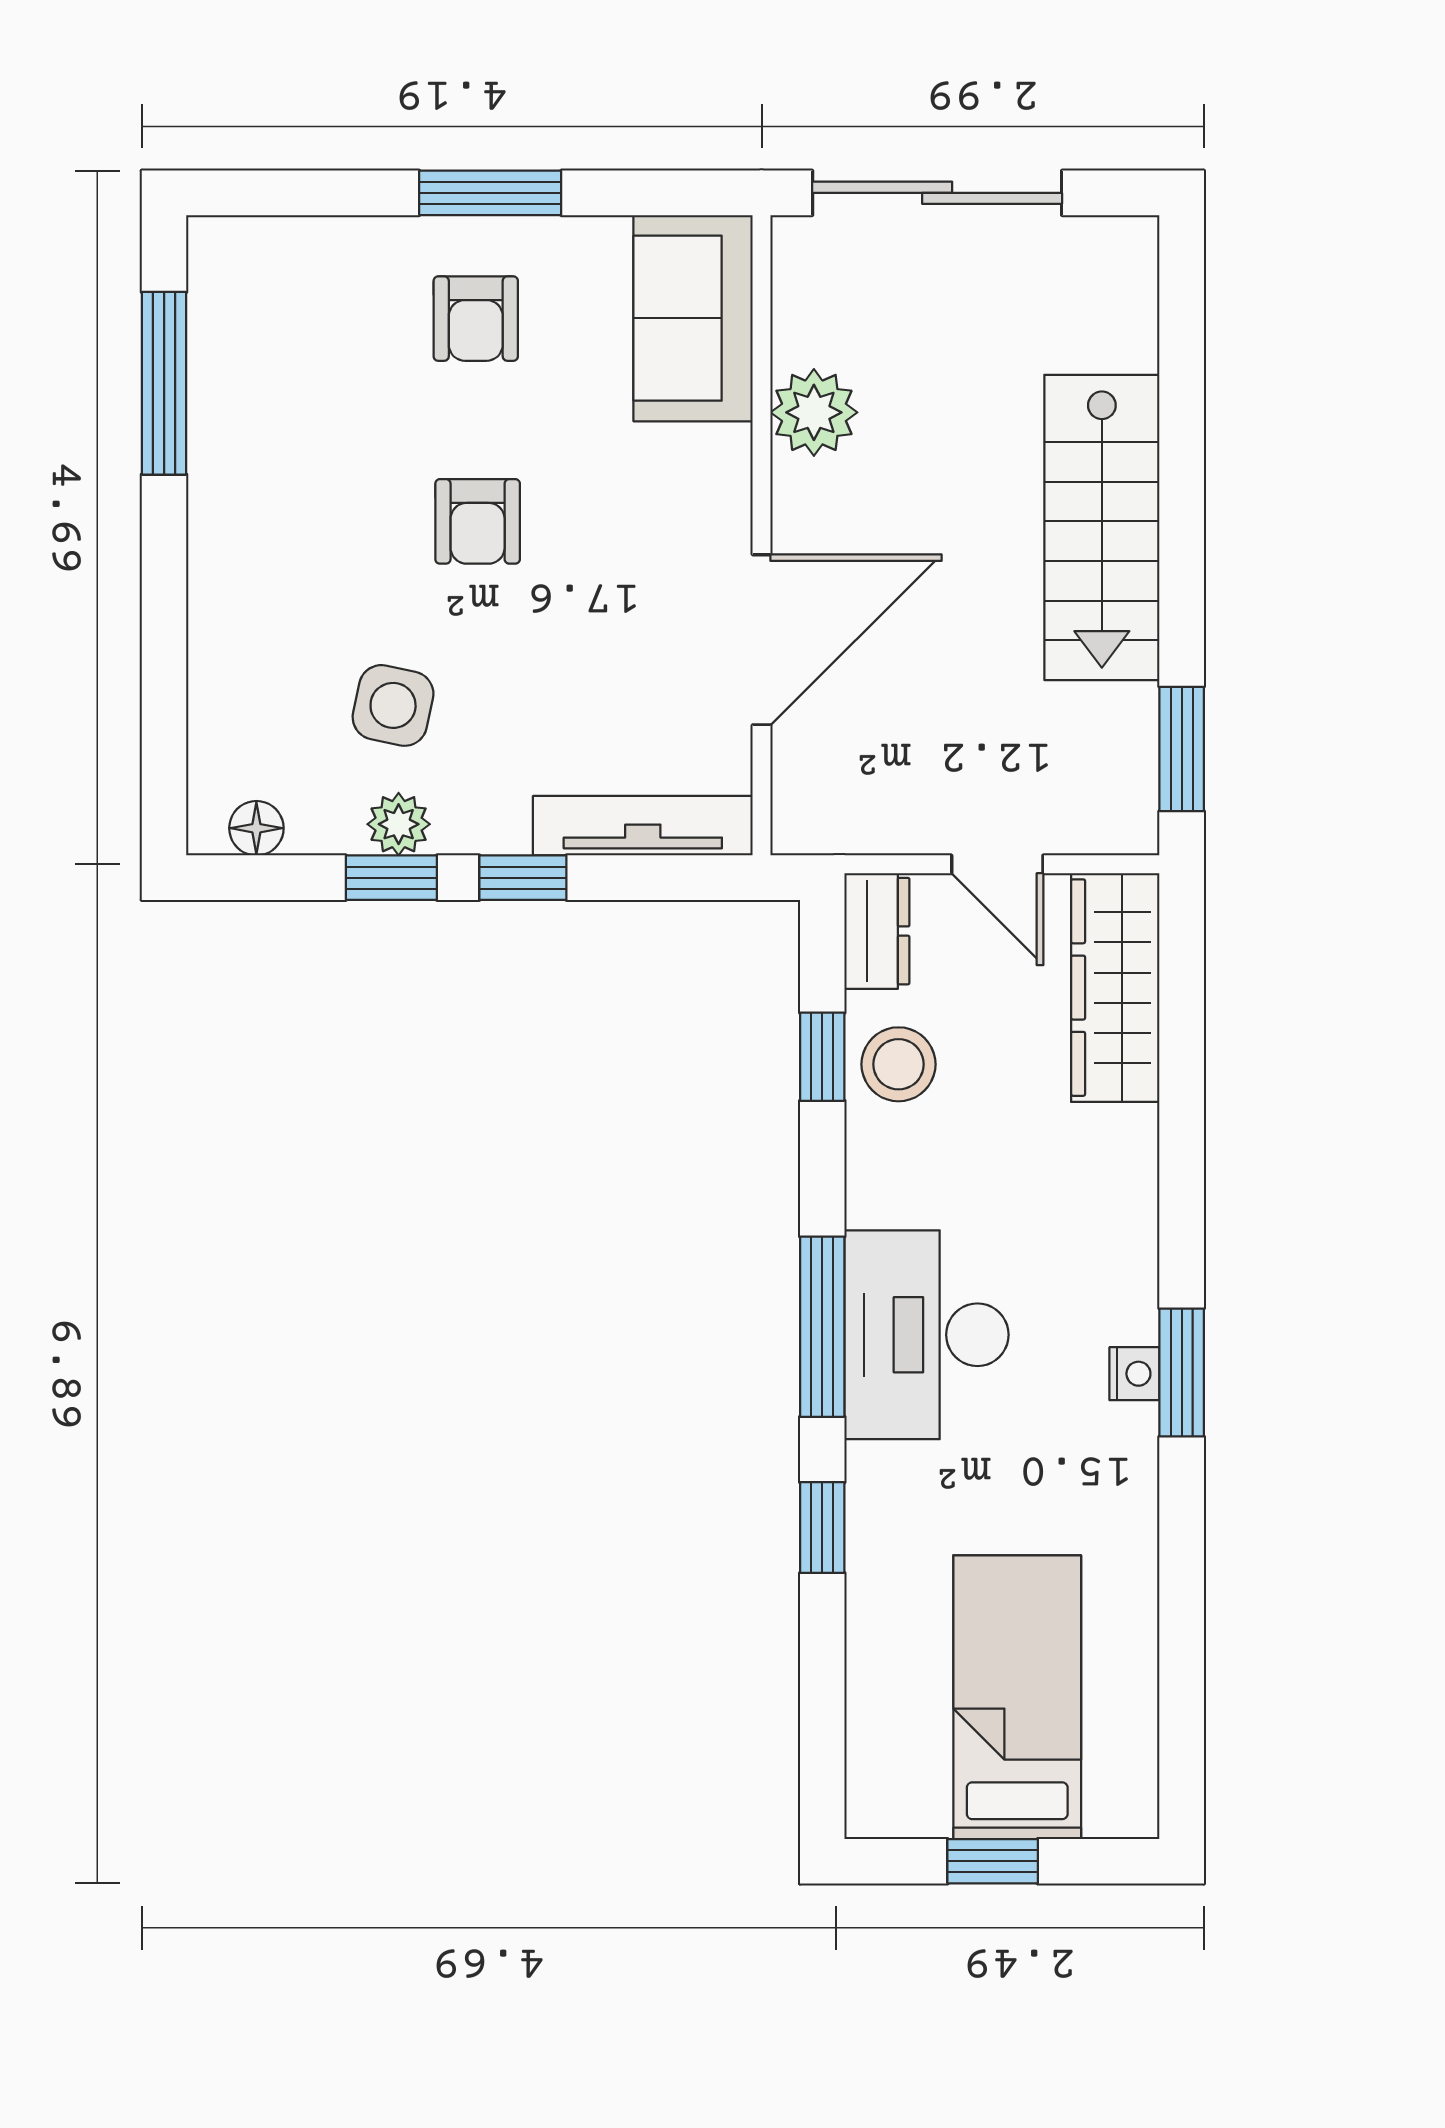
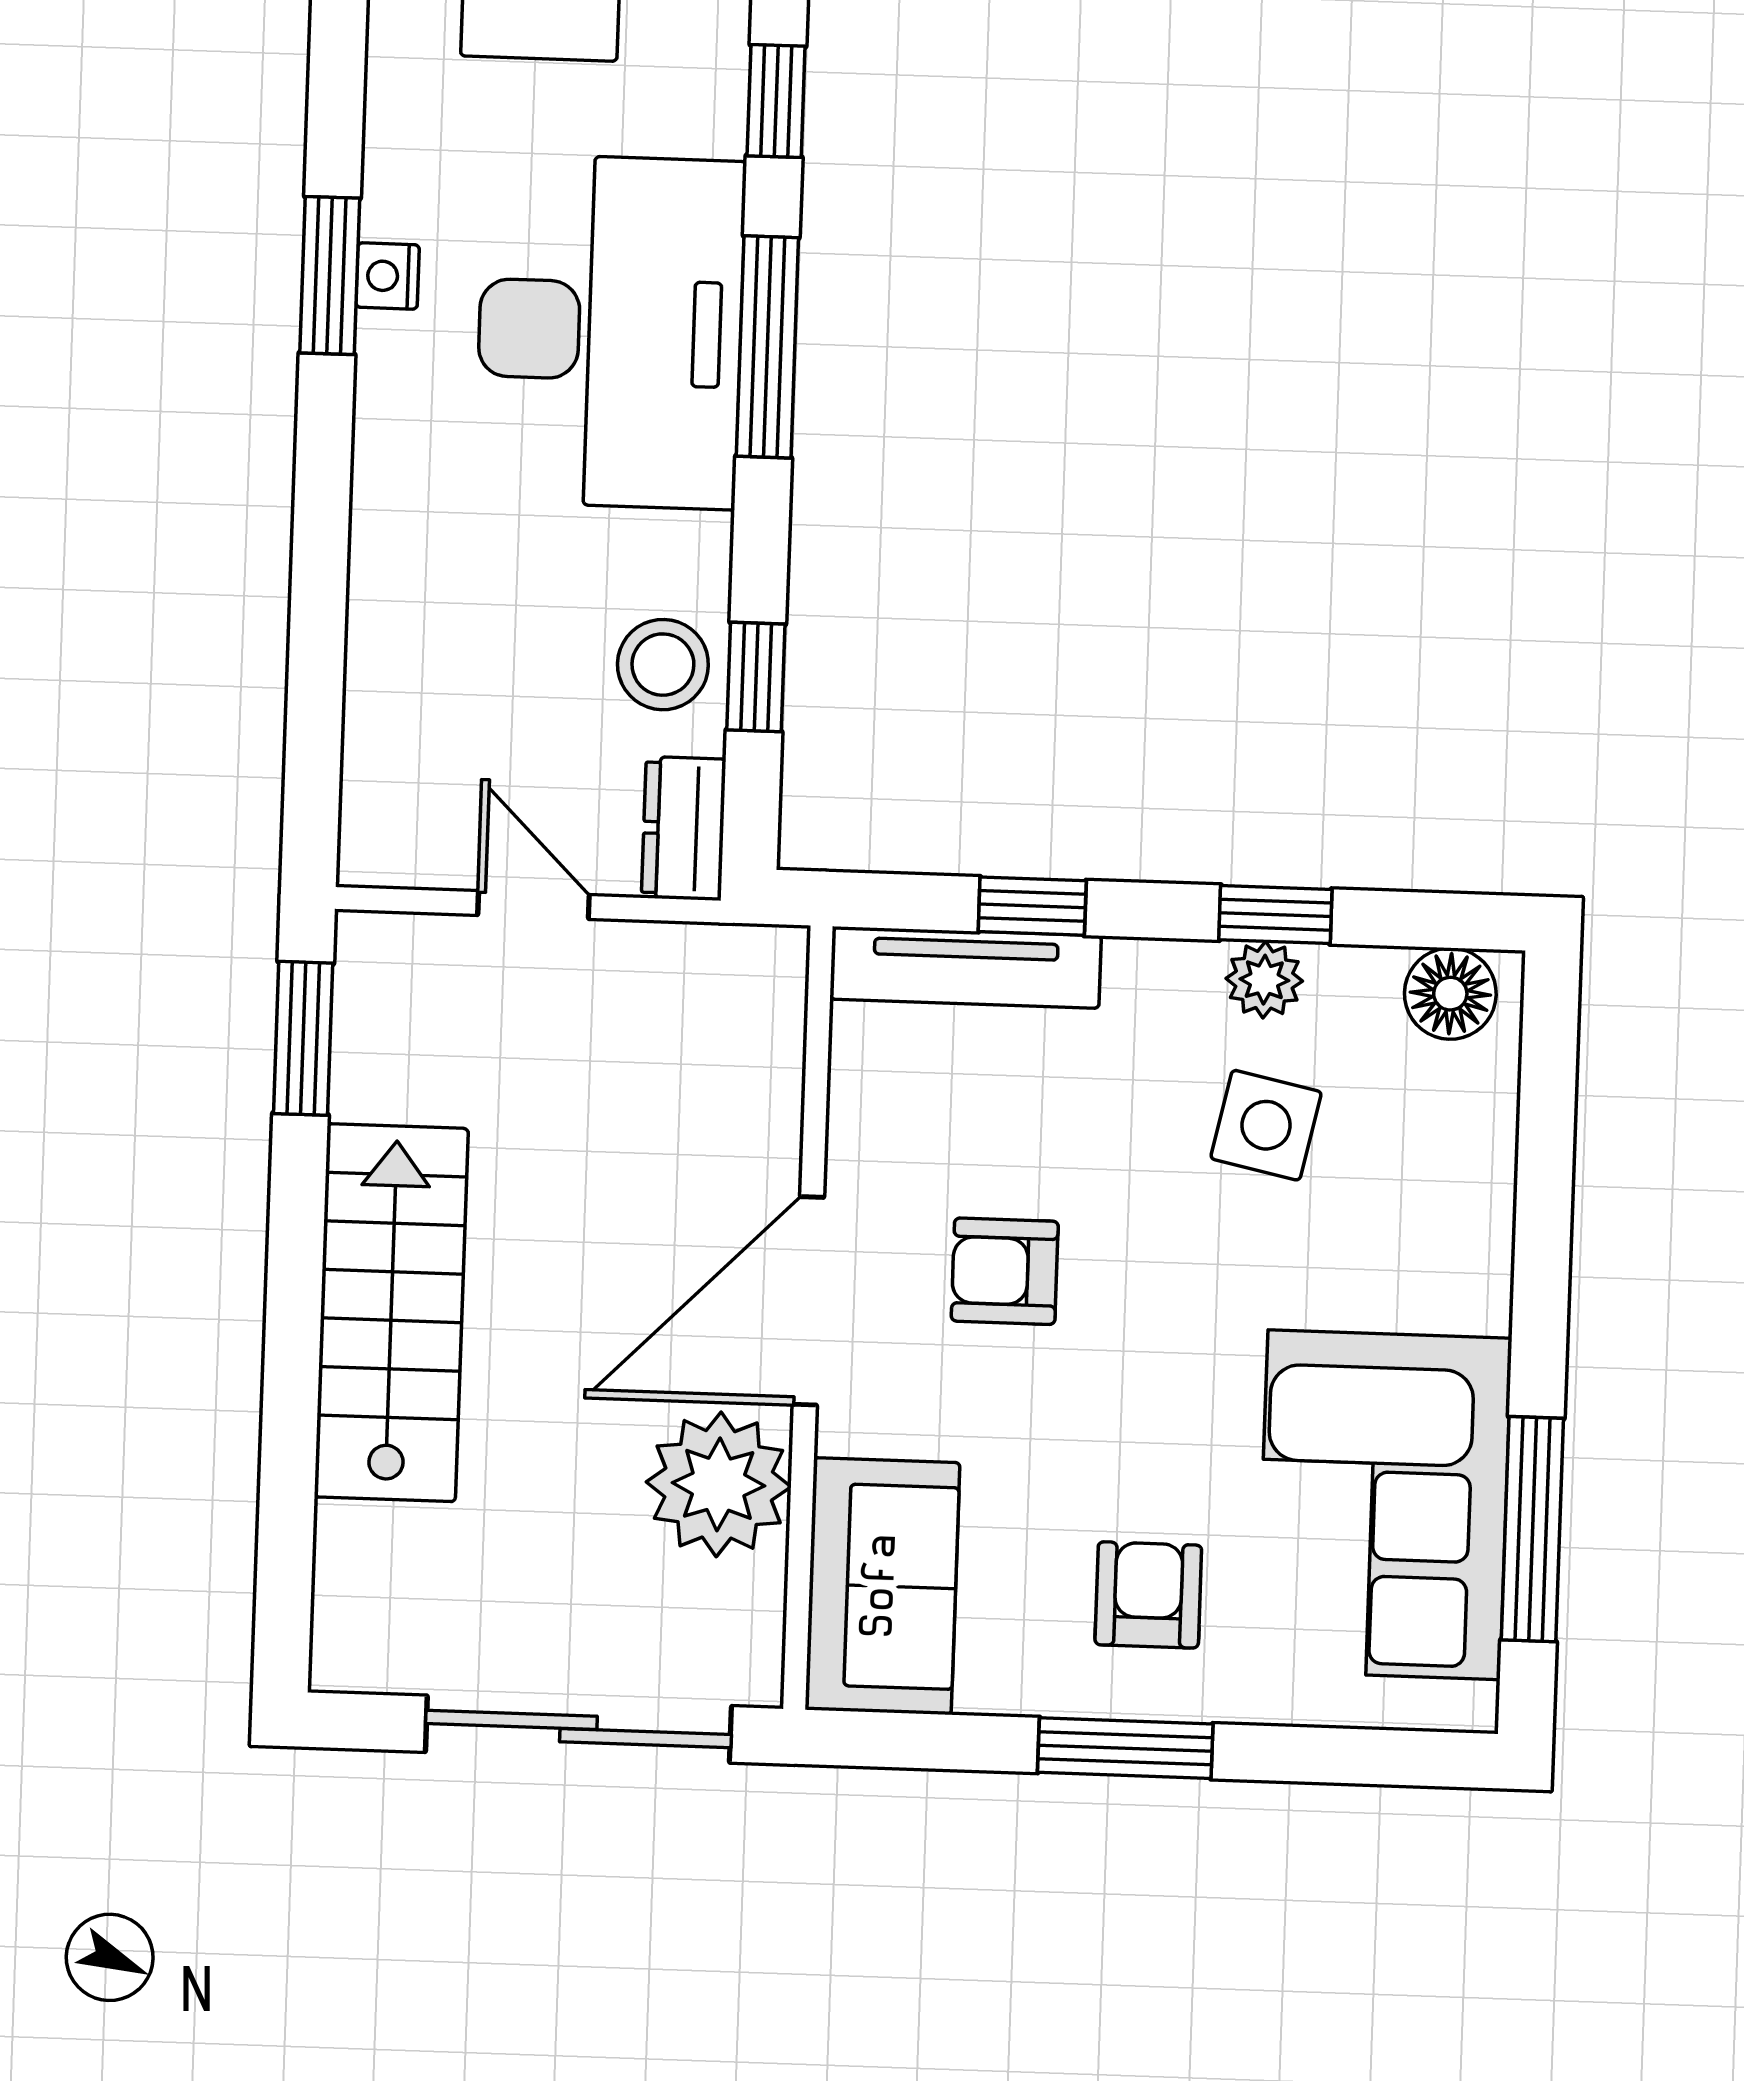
corner sofa: (286, 399) -> (1384, 1505), added
plant: (814, 412) -> (719, 1484), width x1.36, depth x1.36
armchair: (478, 521) -> (1005, 1271), moved, turned -90
door: (762, 640) -> (808, 1301), moved
floor lamp: (256, 828) -> (1450, 994), width x1.37, depth x1.37
window: (523, 878) -> (1032, 906), moved
wardrobe: (1115, 988) -> (395, 749), removed
desk: (926, 1335) -> (610, 331), width x1.36, depth x1.30

